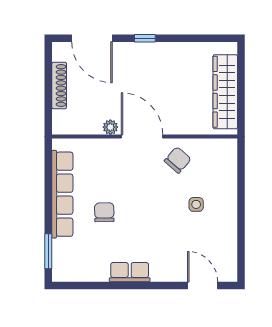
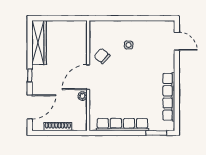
wardrobe: (225, 92) -> (39, 43), moved, turned -90
chair: (104, 212) -> (133, 100), removed
row of seats: (130, 272) -> (169, 97), width x2.02
door: (203, 285) -> (177, 41), swing flipped

